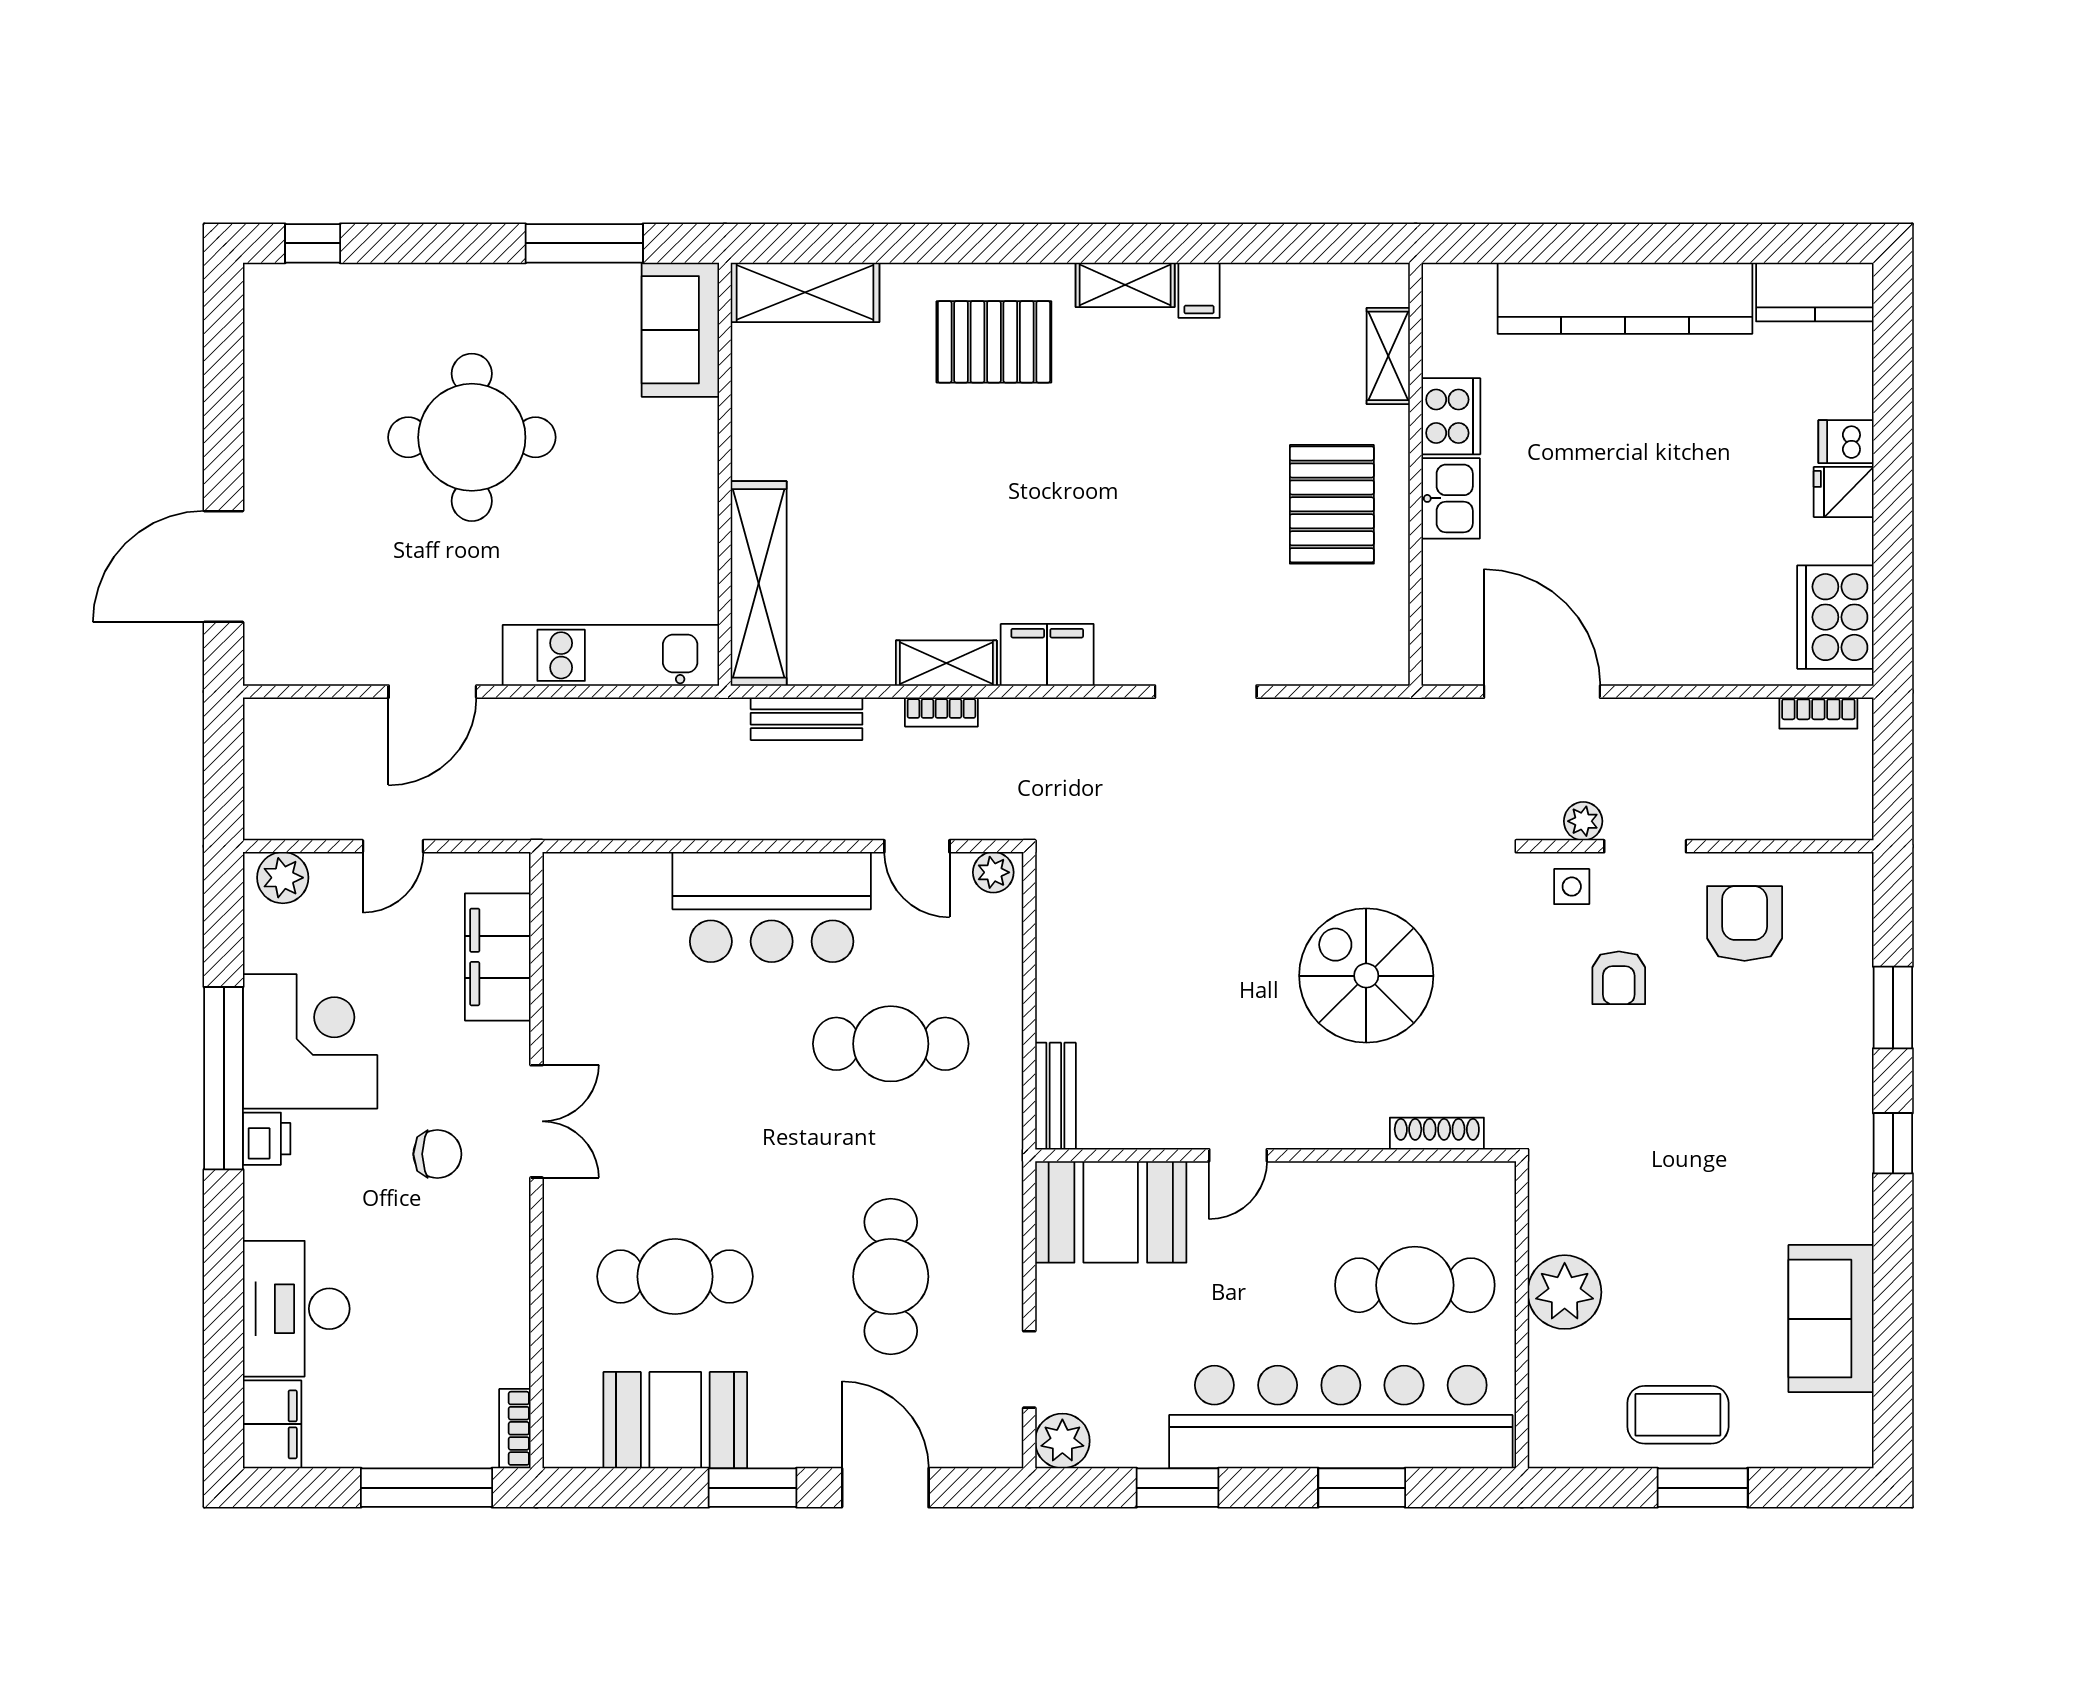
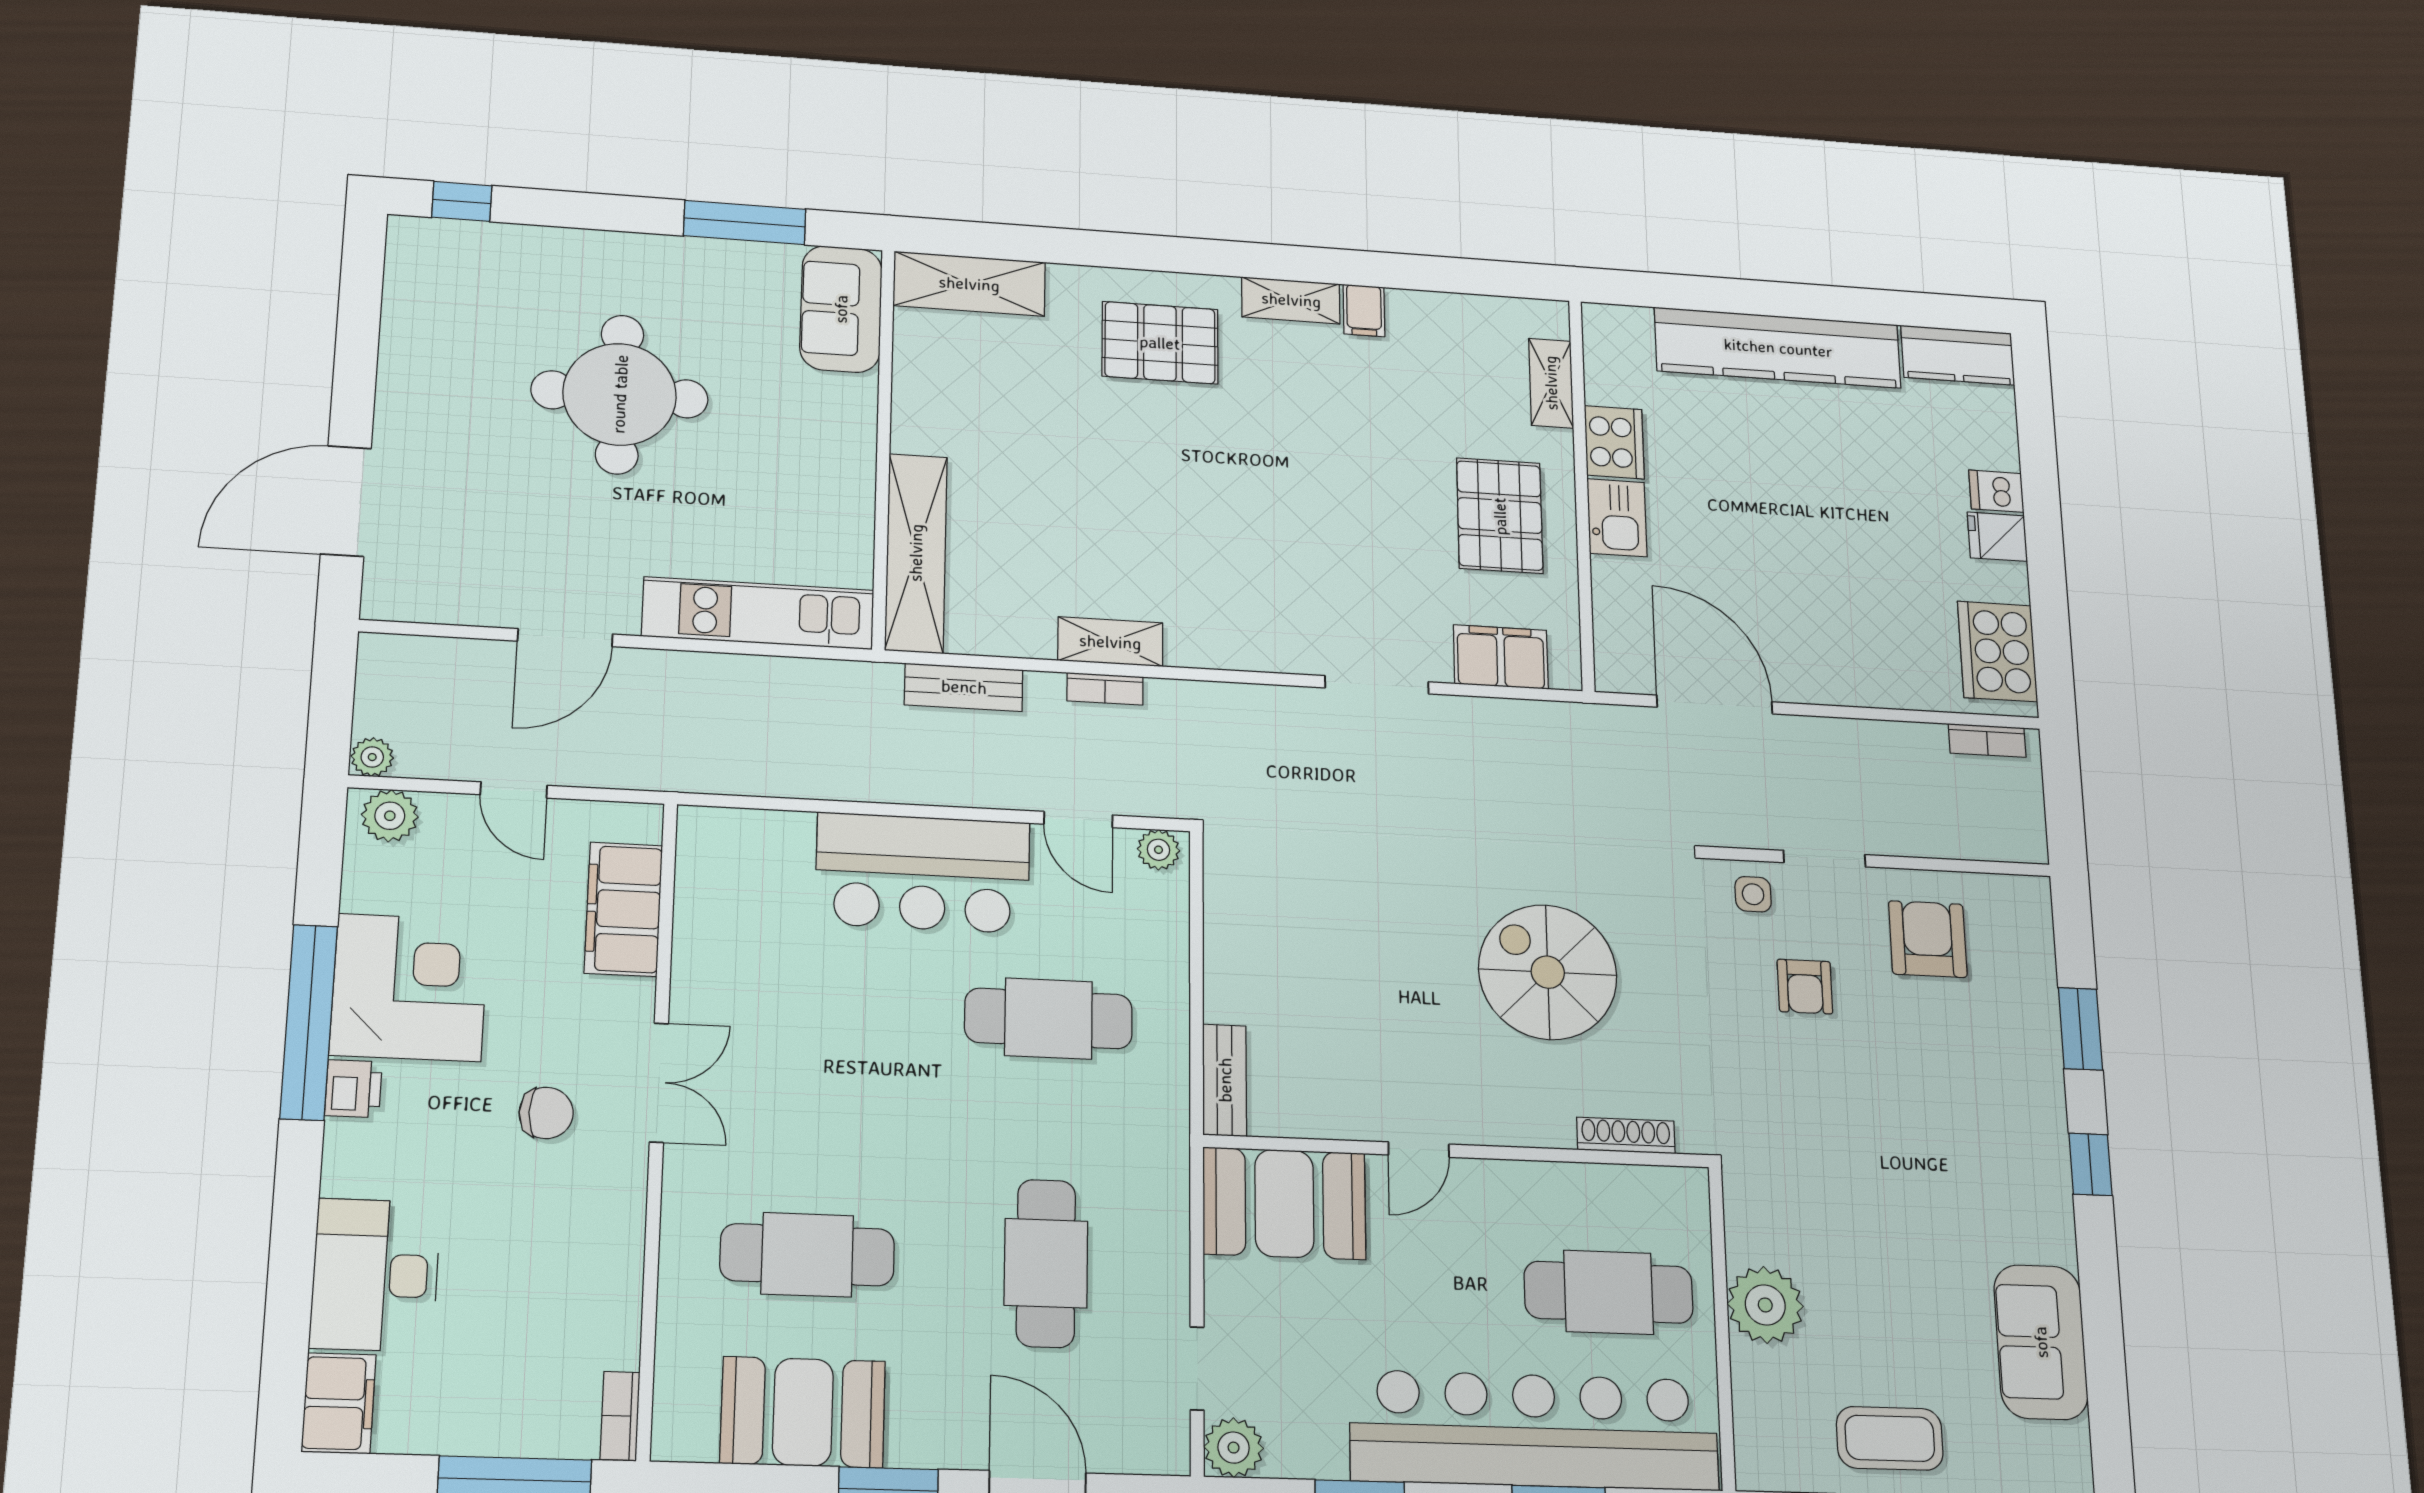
filing cabinet: (1047, 655) -> (1501, 657), moved
plant: (1583, 821) -> (372, 757), moved
door: (393, 846) -> (514, 790), hinge flipped

